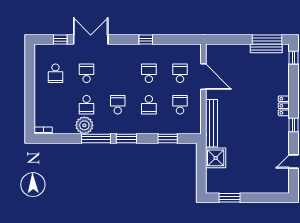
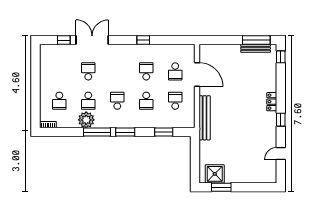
school desk: (55, 73) -> (59, 101), moved
school desk: (180, 73) -> (175, 71), turned 180
shower: (216, 158) -> (215, 174), moved

